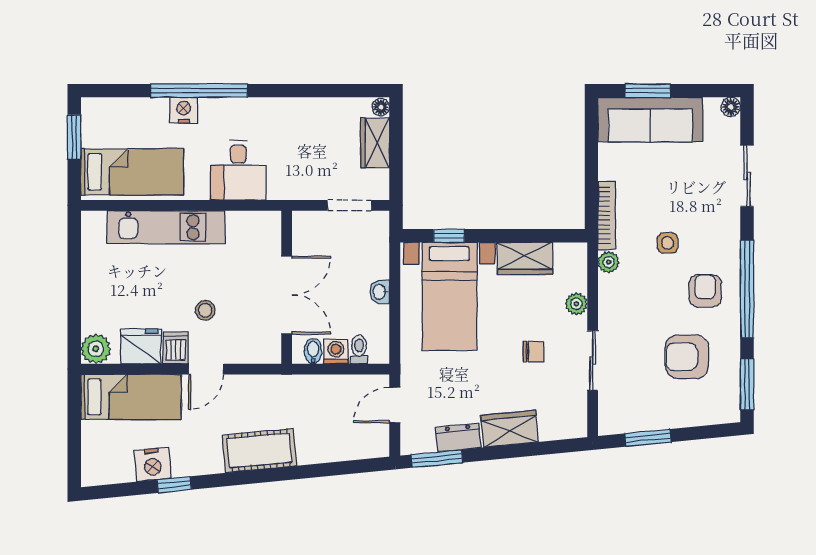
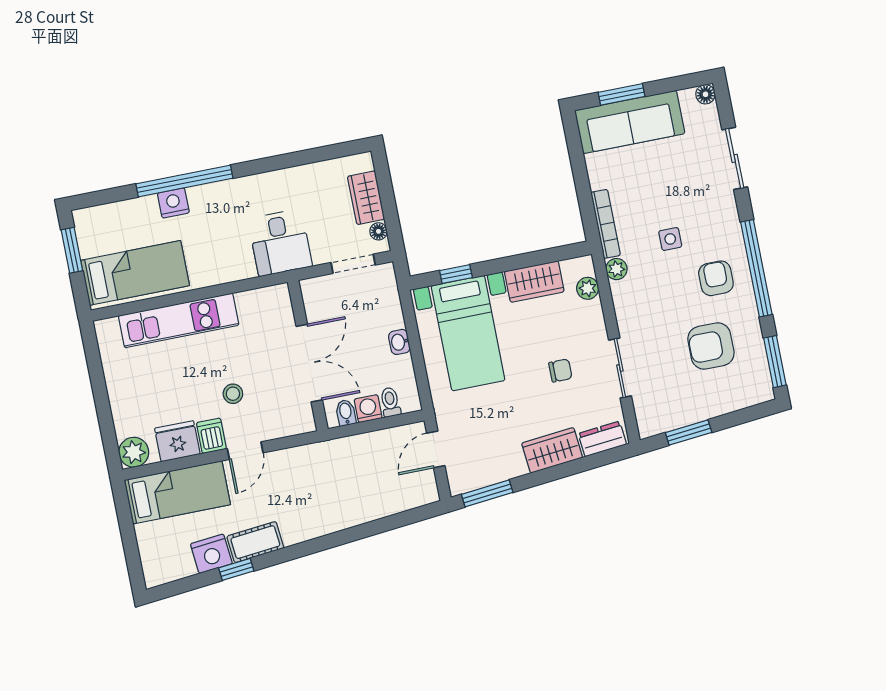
floor lamp: (381, 107) -> (378, 231), moved
desk: (238, 170) -> (280, 243), moved
plant: (576, 304) -> (588, 288), moved
dresser: (459, 437) -> (602, 439), moved
cot: (259, 451) -> (255, 542), moved, width x0.73, depth x0.75

